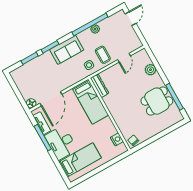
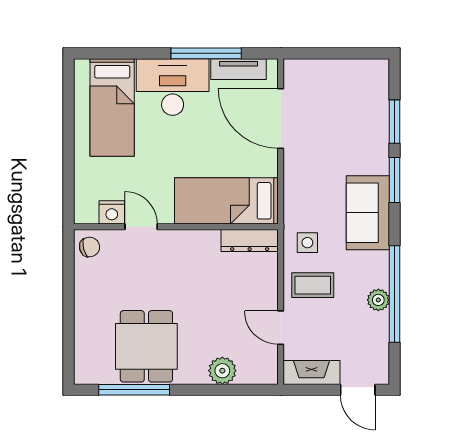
fireplace: (134, 38) -> (312, 373), added
floor lamp: (31, 103) -> (295, 70), removed
door: (116, 126) -> (141, 227), added

